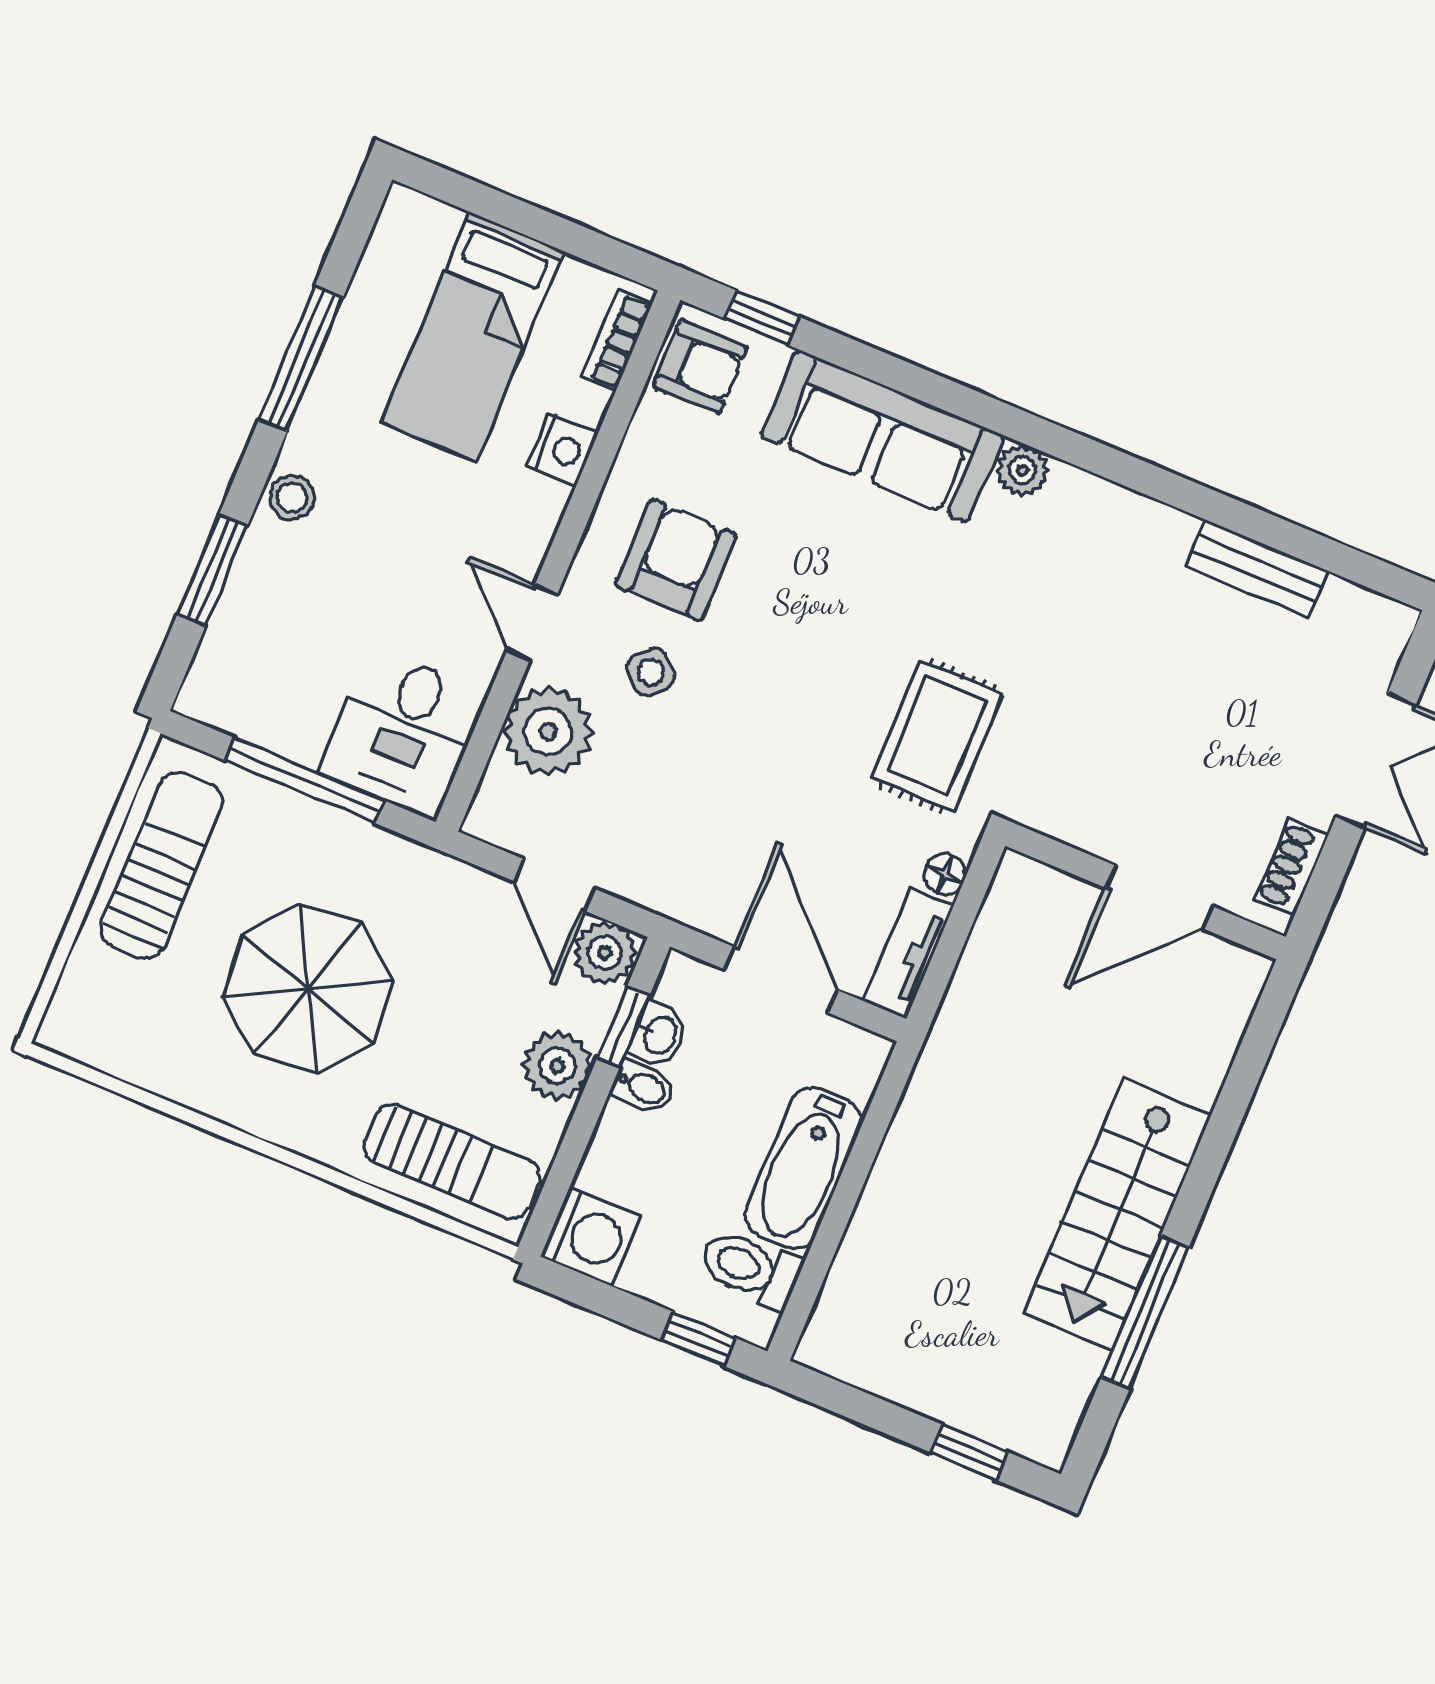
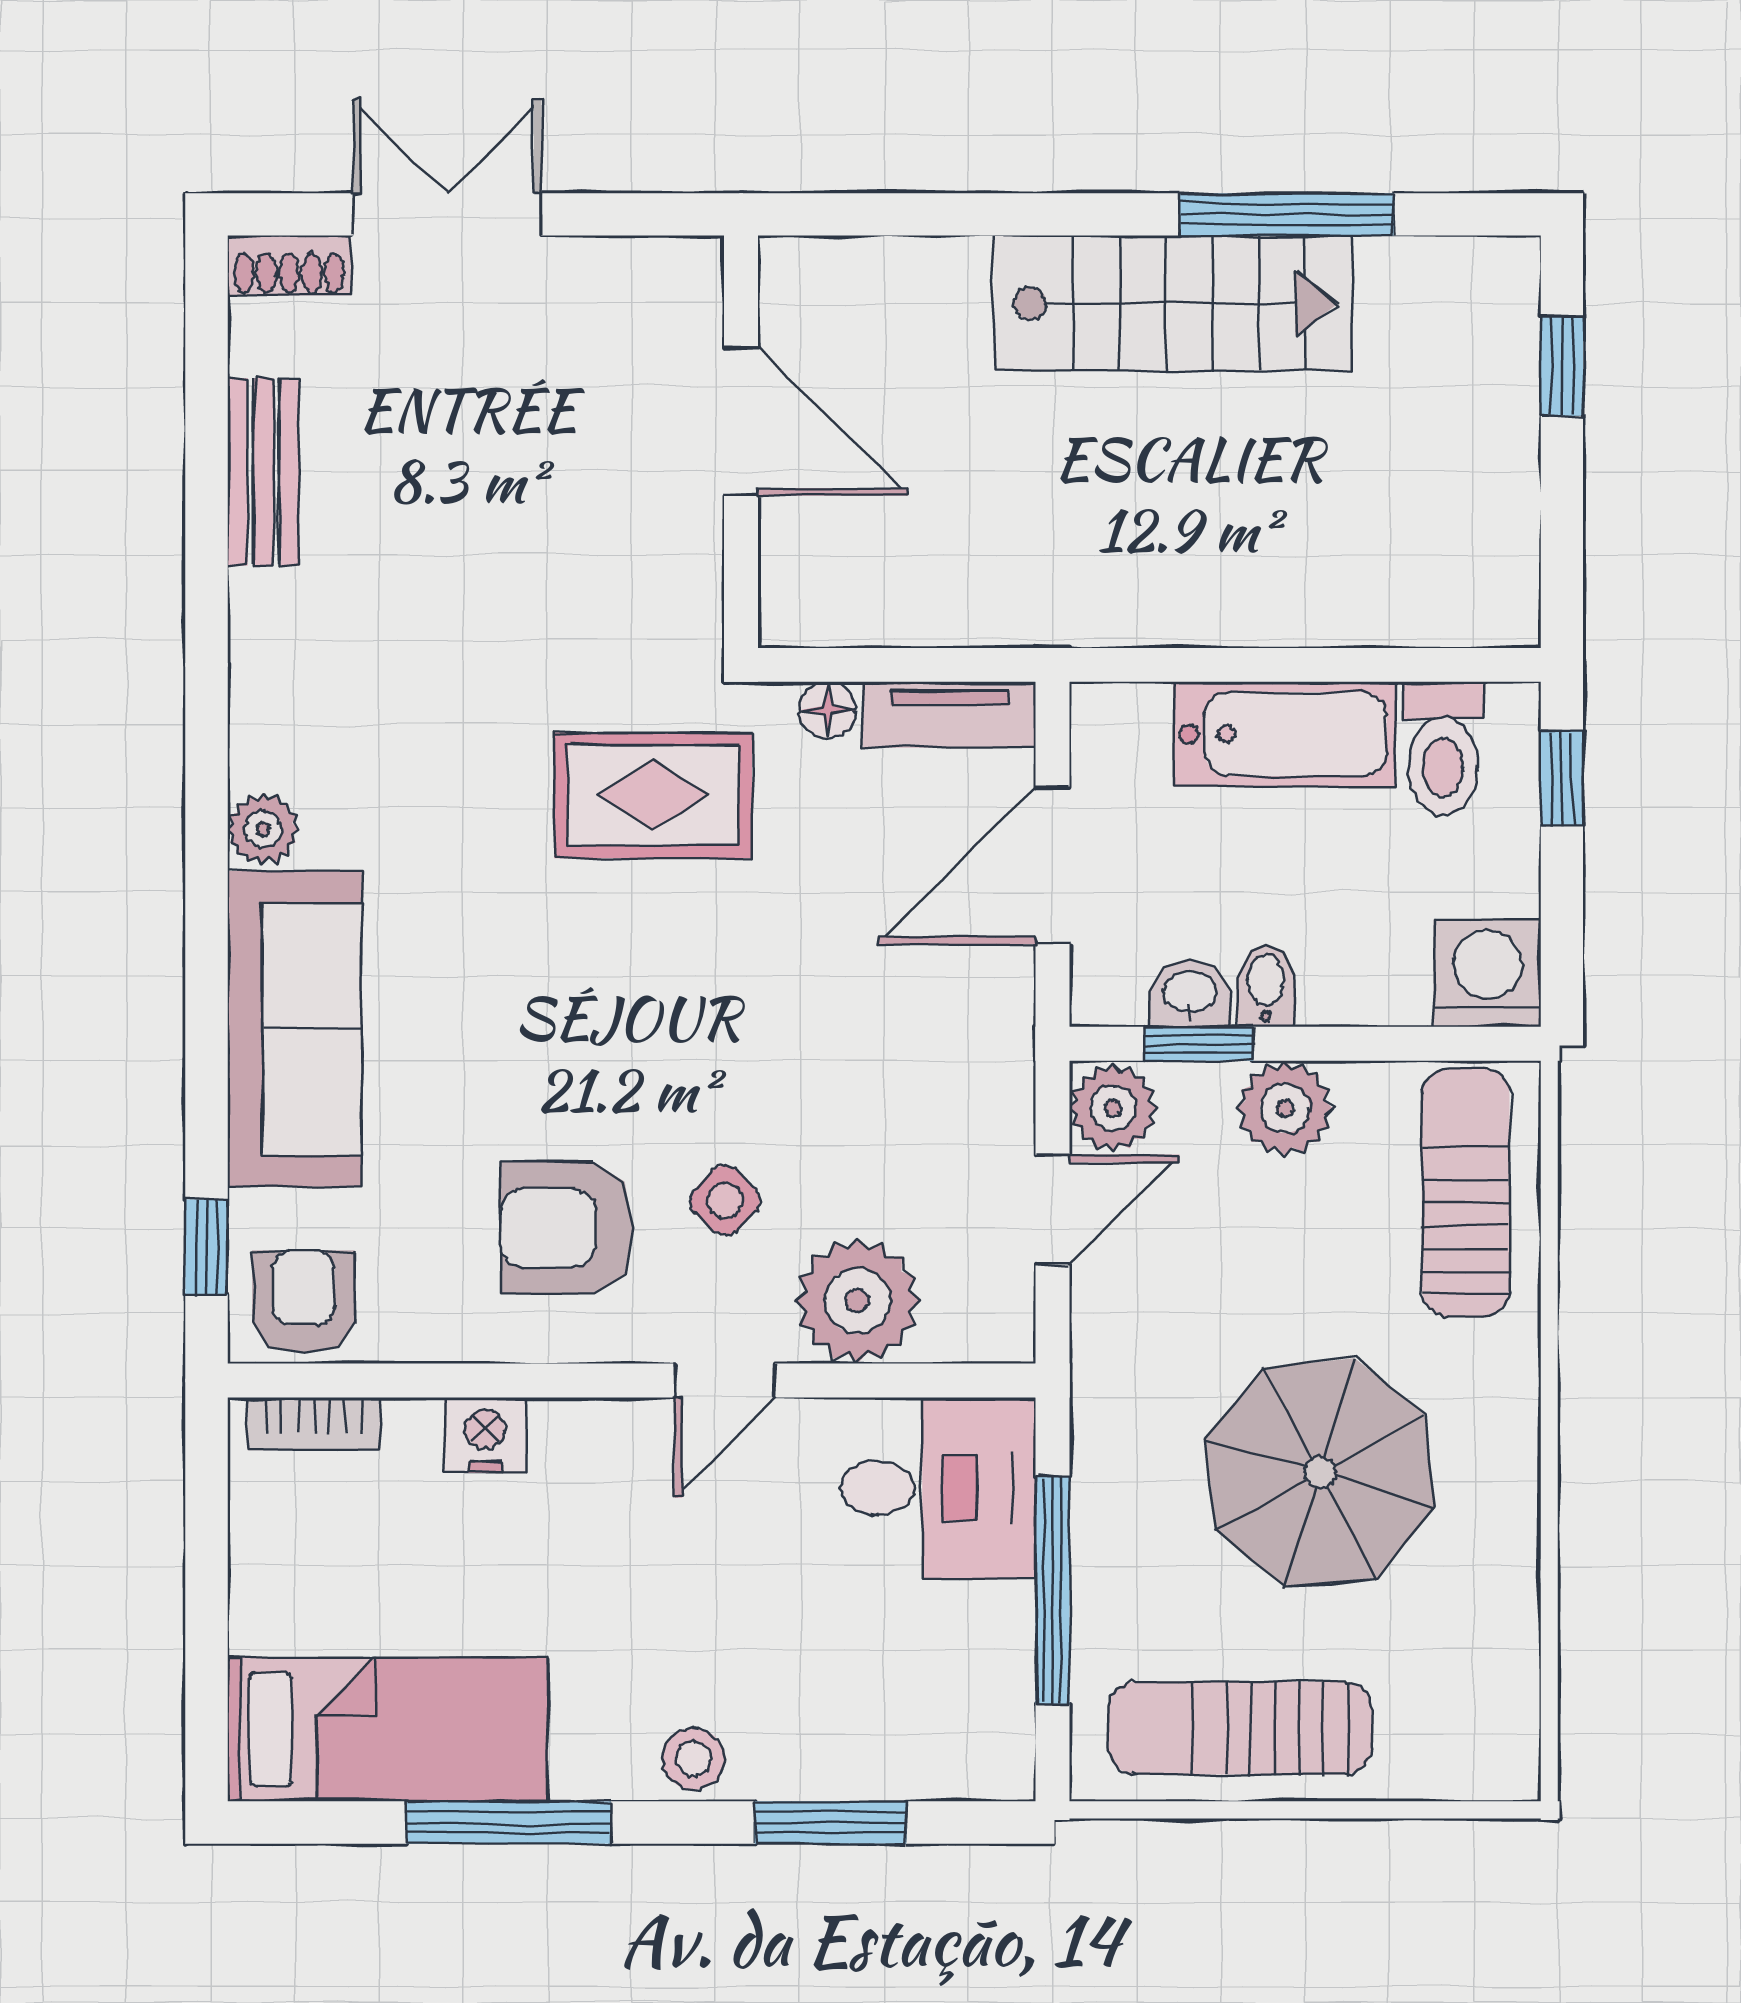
bed: (473, 337) -> (388, 1729), moved
shoe rack: (1292, 867) -> (289, 265), moved

